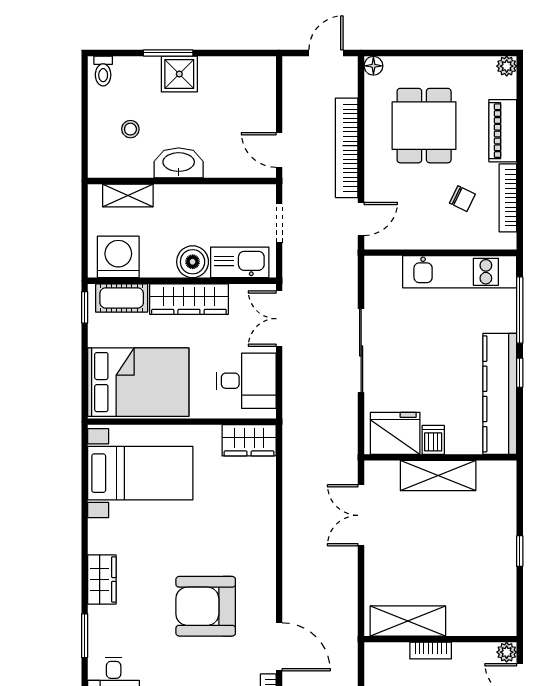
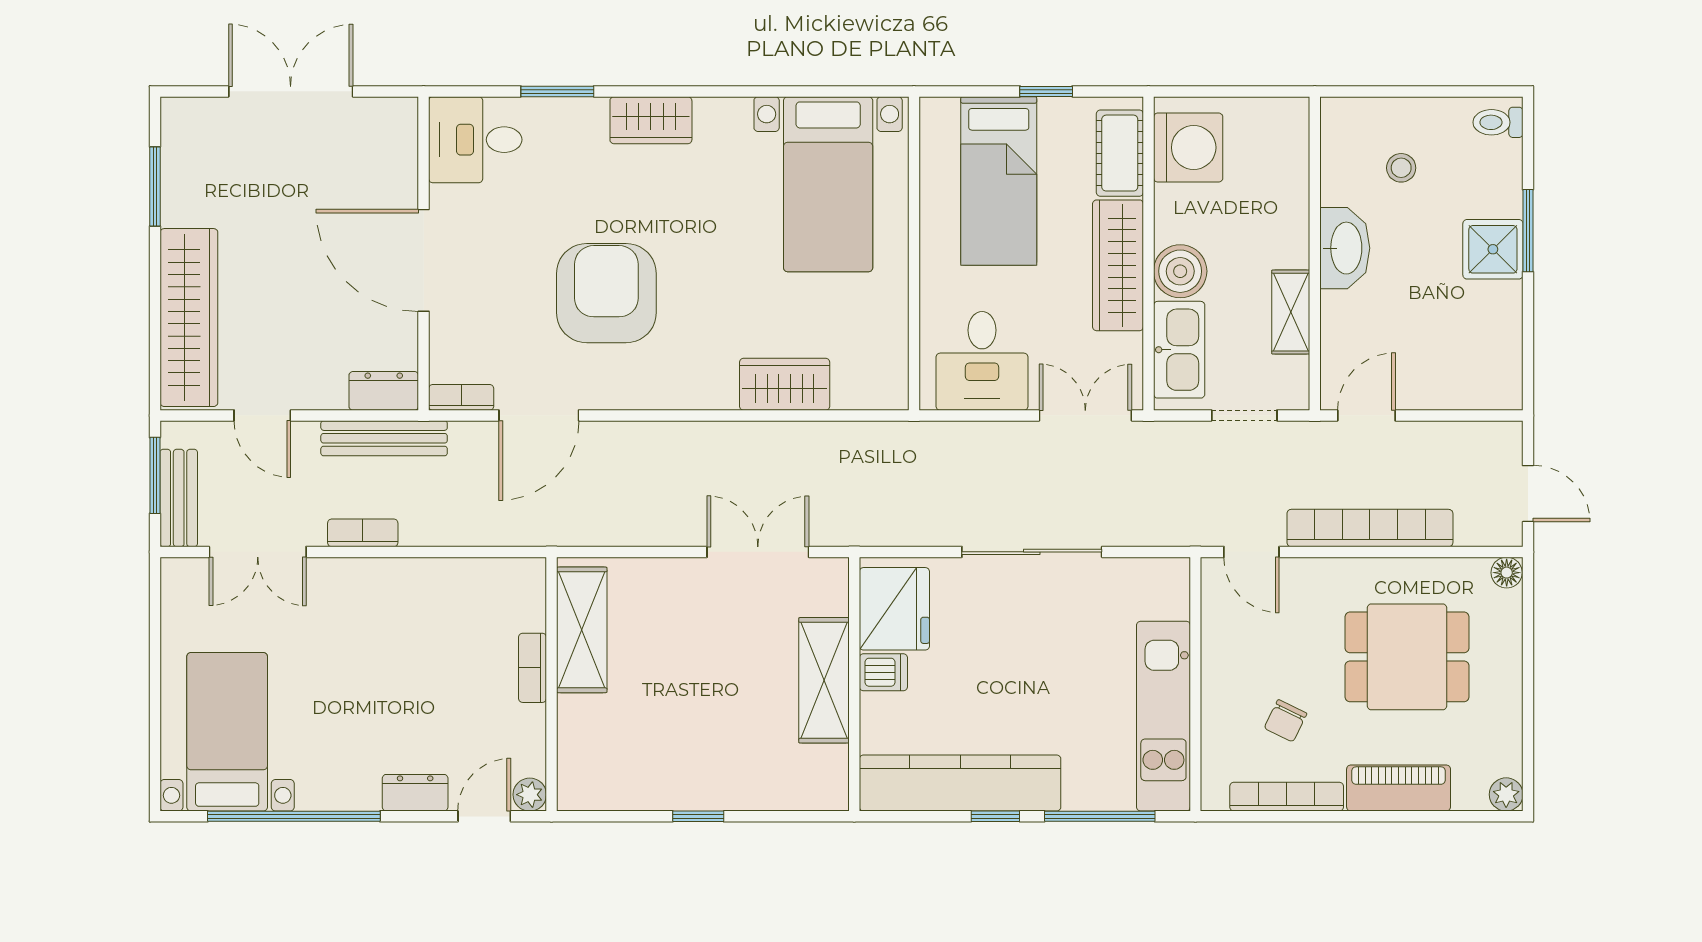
shelving: (128, 195) -> (1291, 312), moved
window: (85, 307) -> (1046, 91), moved
bed: (138, 382) -> (999, 181), width x0.67
wardrobe: (249, 440) -> (785, 384), moved, turned 90

